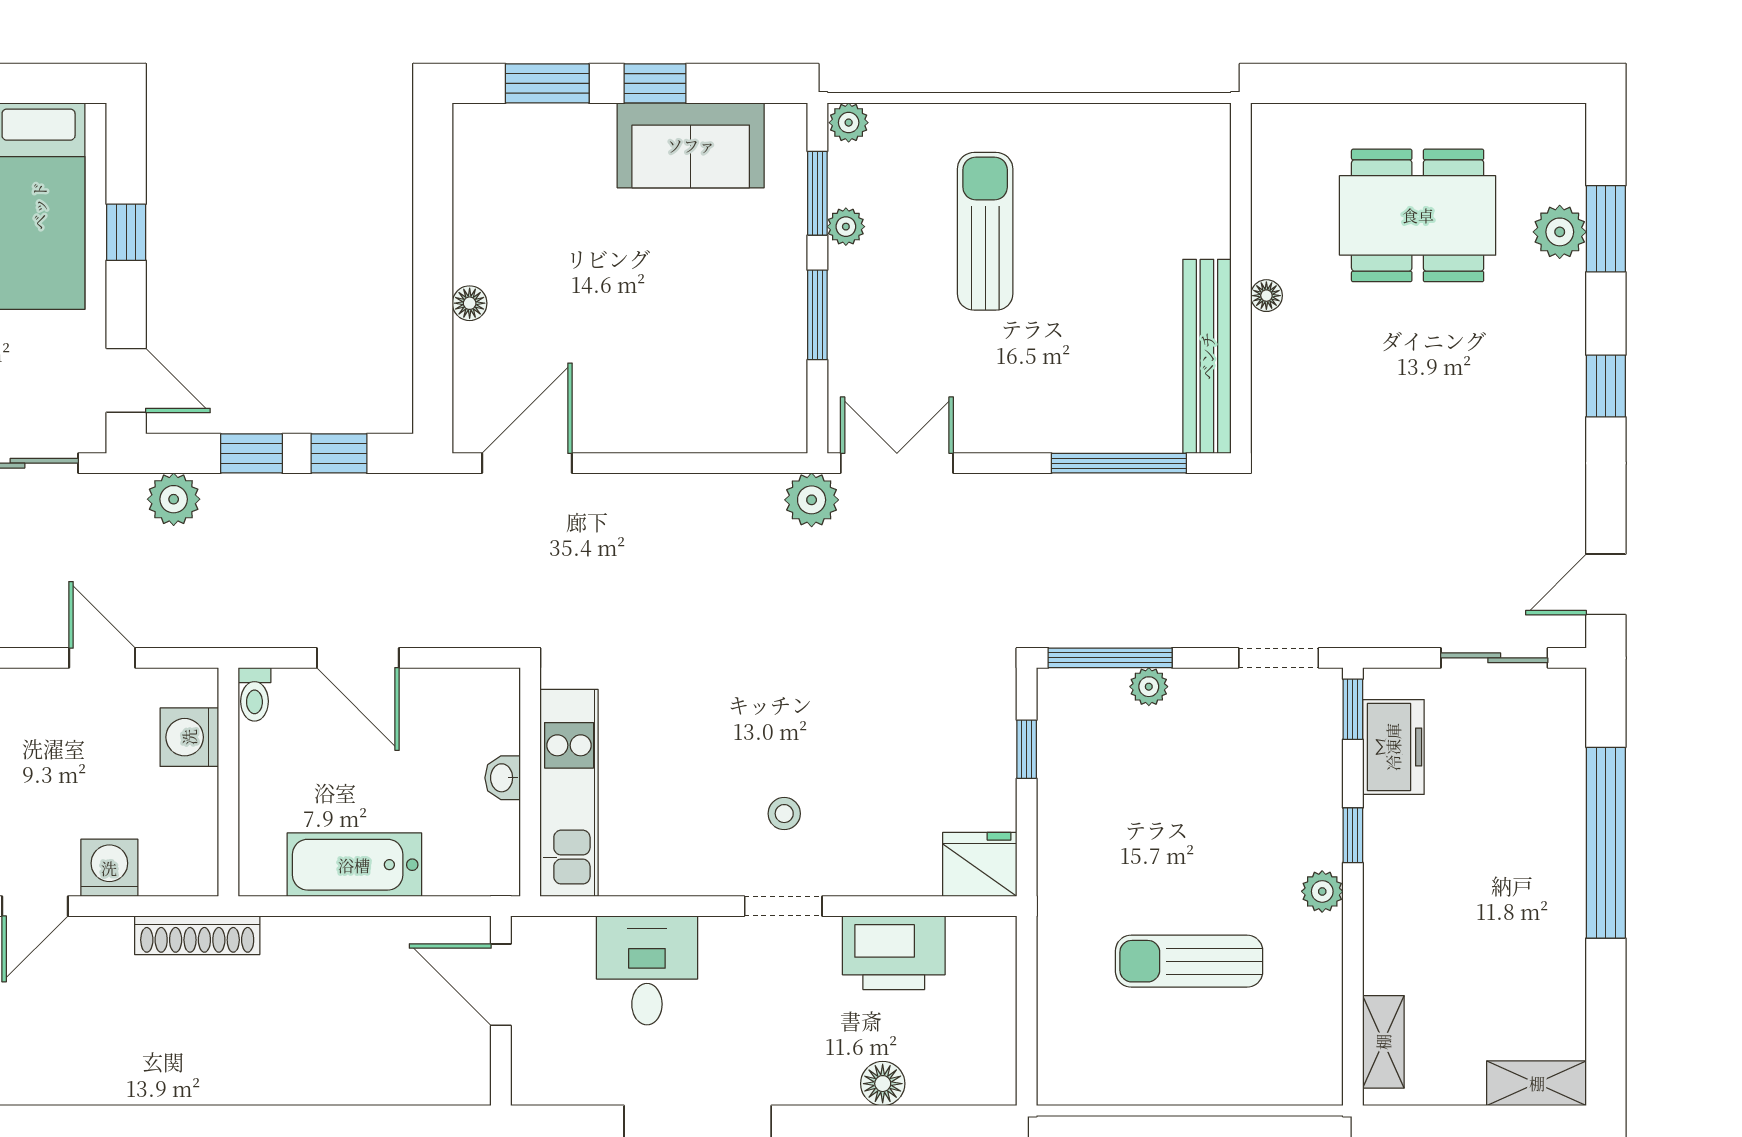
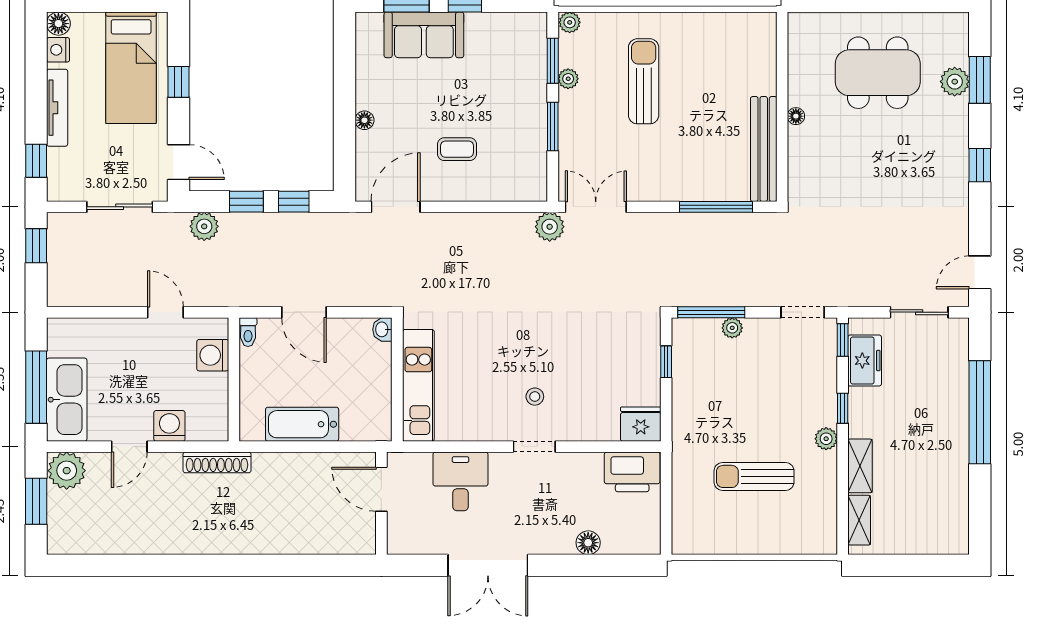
sofa: (691, 145) -> (424, 35), moved
coffee table: (641, 357) -> (457, 149), added
washbasin: (503, 778) -> (382, 329), moved
printer: (894, 953) -> (632, 472), moved
shelving: (1537, 1083) -> (860, 466), moved, turned 90

